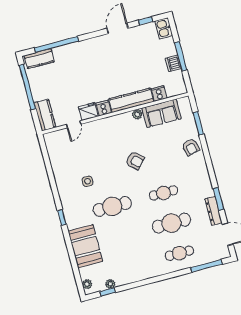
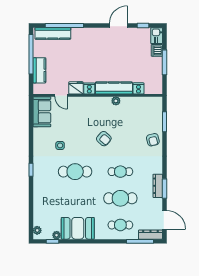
kitchen counter: (39, 59) -> (53, 33), width x1.50
dishwasher: (173, 63) -> (157, 50), moved
sofa: (162, 113) -> (42, 112), moved, turned -90
kitchen counter: (45, 115) -> (39, 70), moved
door: (74, 124) -> (61, 95), hinge flipped
dresser: (213, 211) -> (158, 186), moved
booth: (85, 246) -> (78, 228), moved, turned 90
dresser: (216, 255) -> (150, 235), added

